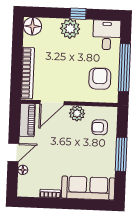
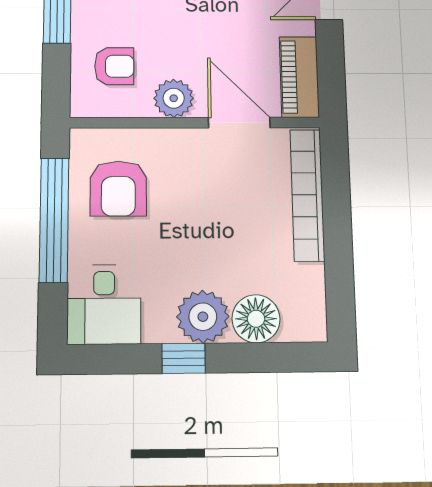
floor lamp: (32, 26) -> (256, 319), moved
door: (52, 103) -> (239, 123), hinge flipped

